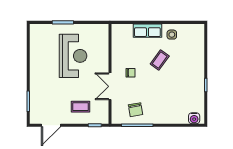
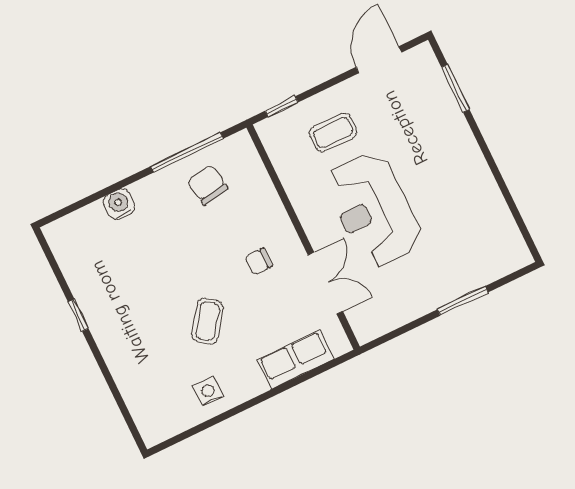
row of seats: (147, 31) -> (295, 360), moved
reception desk: (73, 56) -> (373, 210), moved
double door: (110, 86) -> (325, 283), moved
water cooler: (194, 118) -> (119, 204), moved

